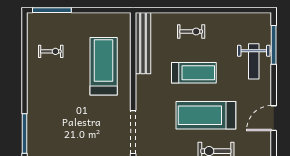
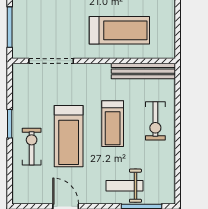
exercise bike: (191, 32) -> (155, 121), width x1.38, depth x1.39
treadmill: (206, 115) -> (69, 136), turned 180

